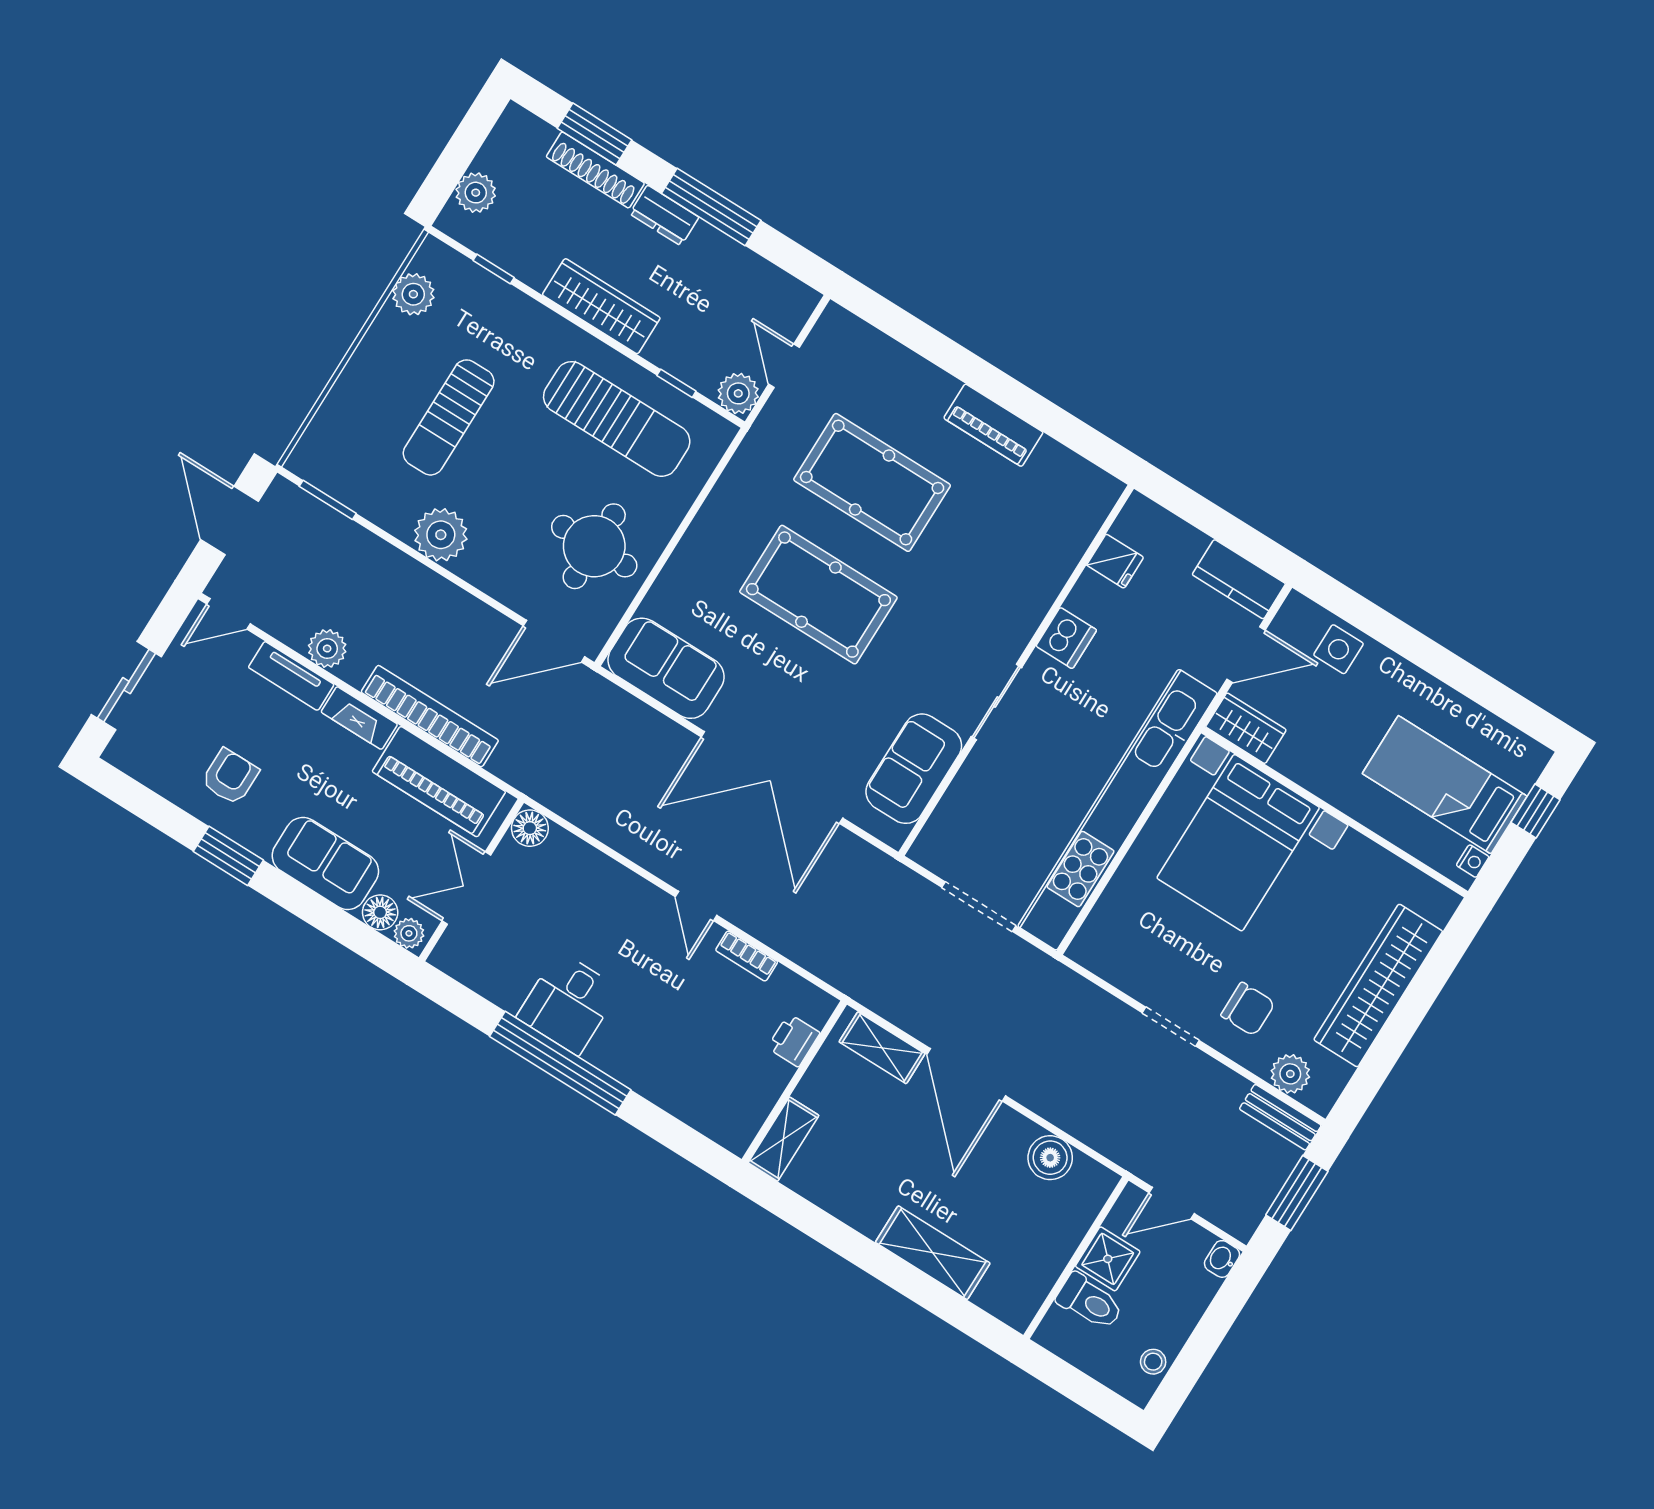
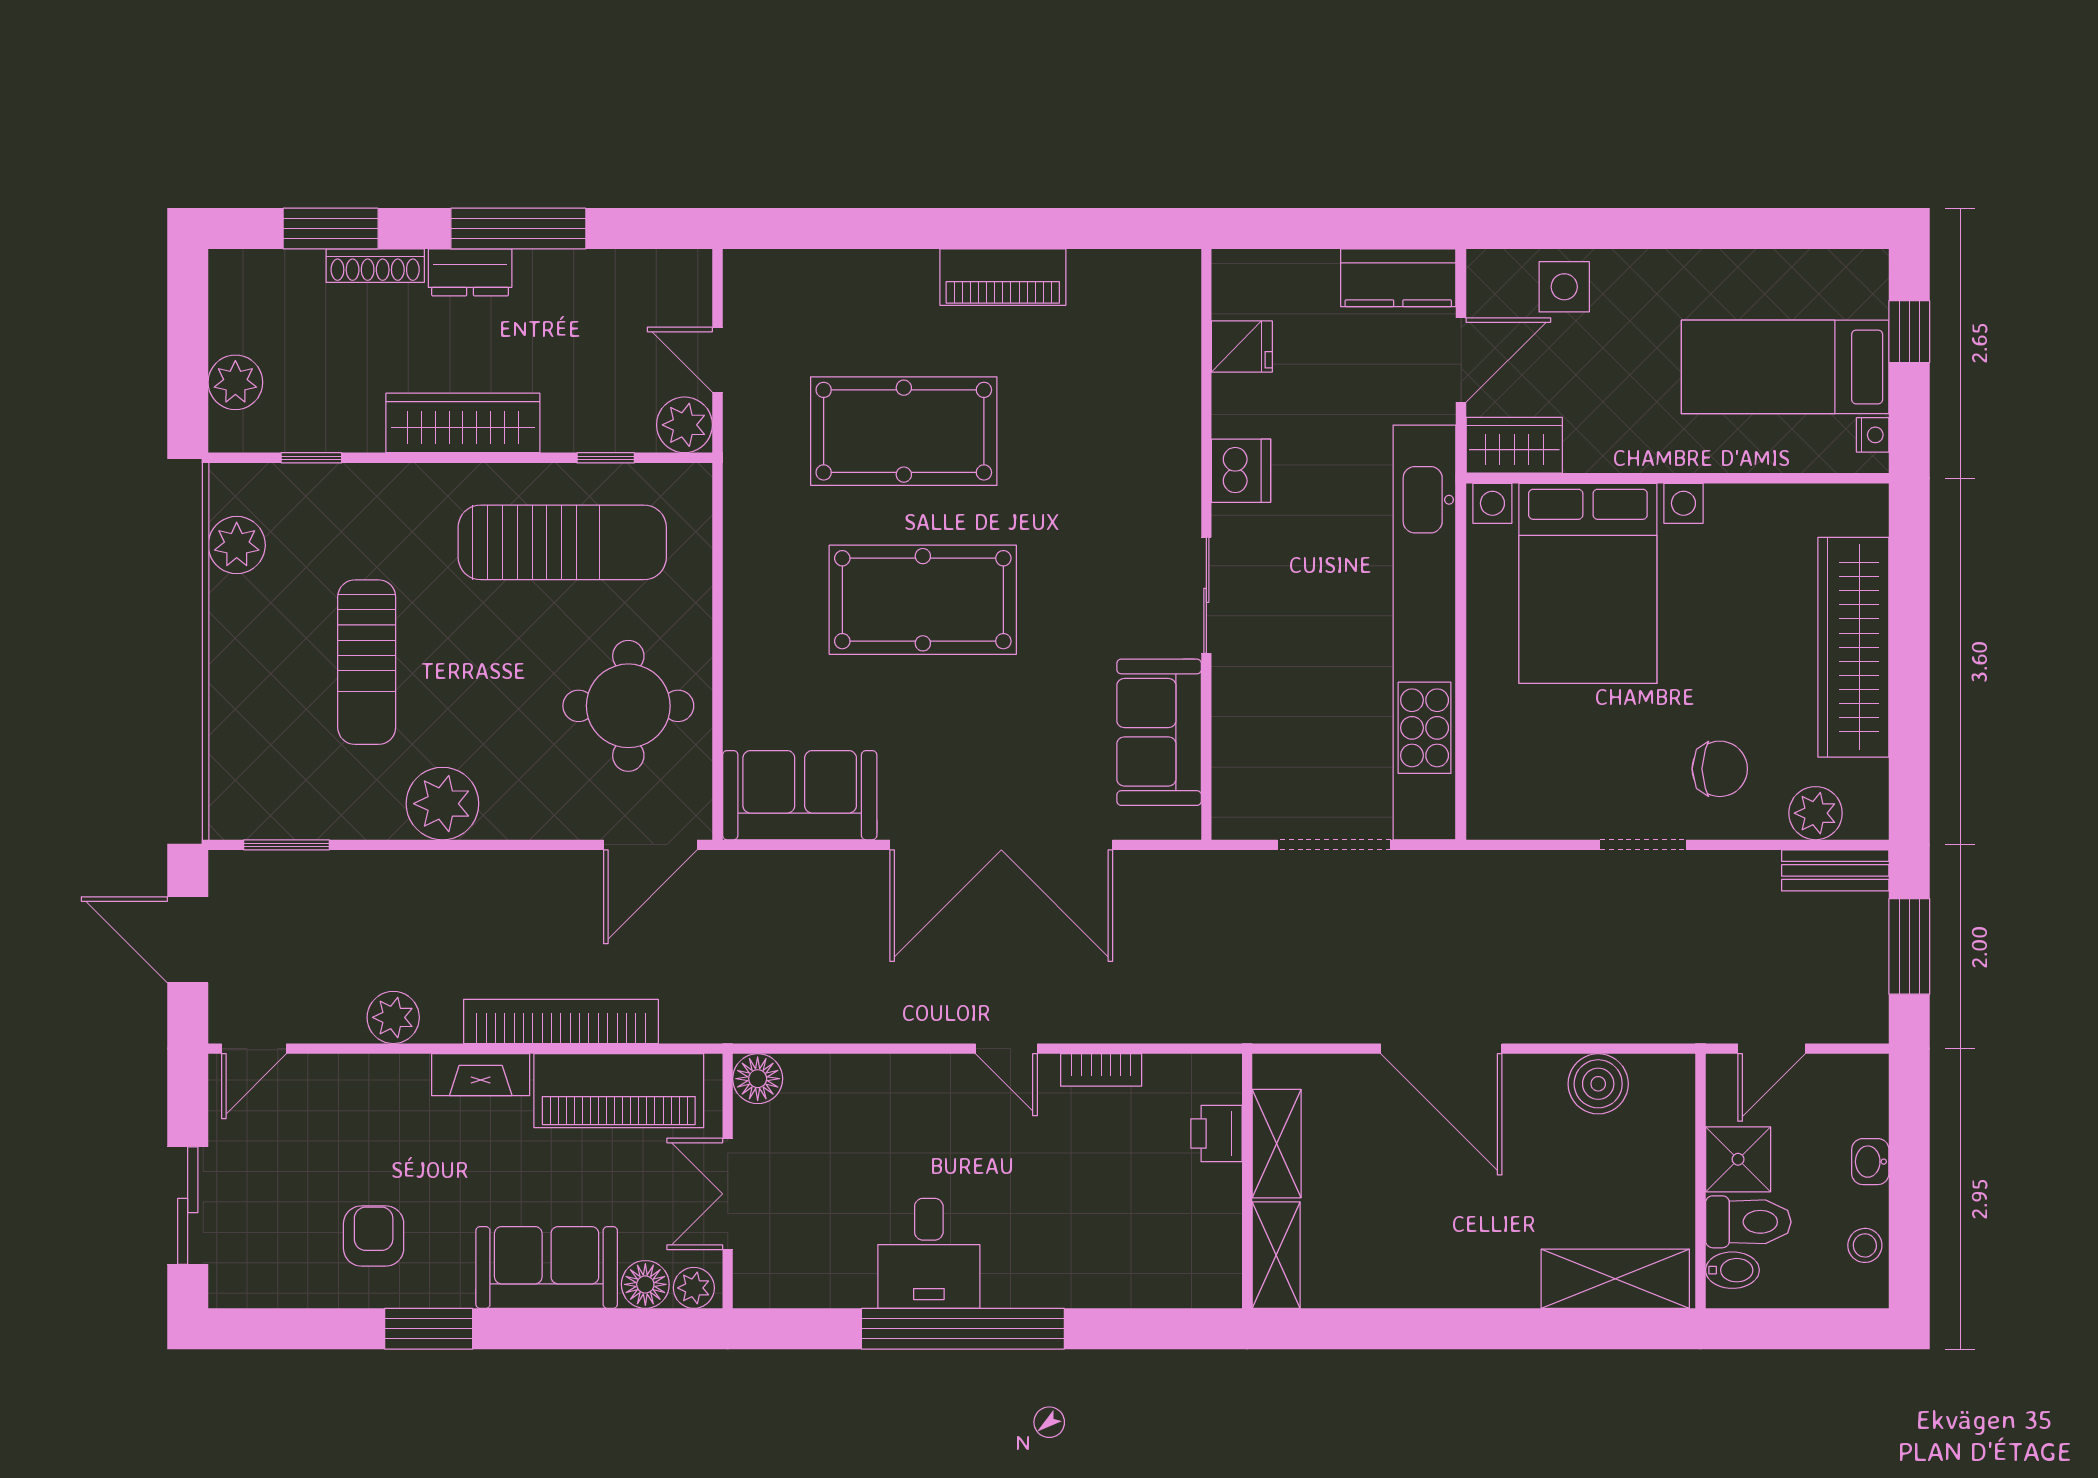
shoe rack: (595, 170) -> (375, 266), width x0.74, depth x0.81
tv unit: (291, 676) -> (371, 1075), removed
shelving: (882, 1048) -> (1277, 1144), moved, turned 90
shelving: (933, 1253) -> (1615, 1279), moved
washbasin: (1222, 1259) -> (1870, 1162), moved
bidet: (1061, 1326) -> (1732, 1270), added

